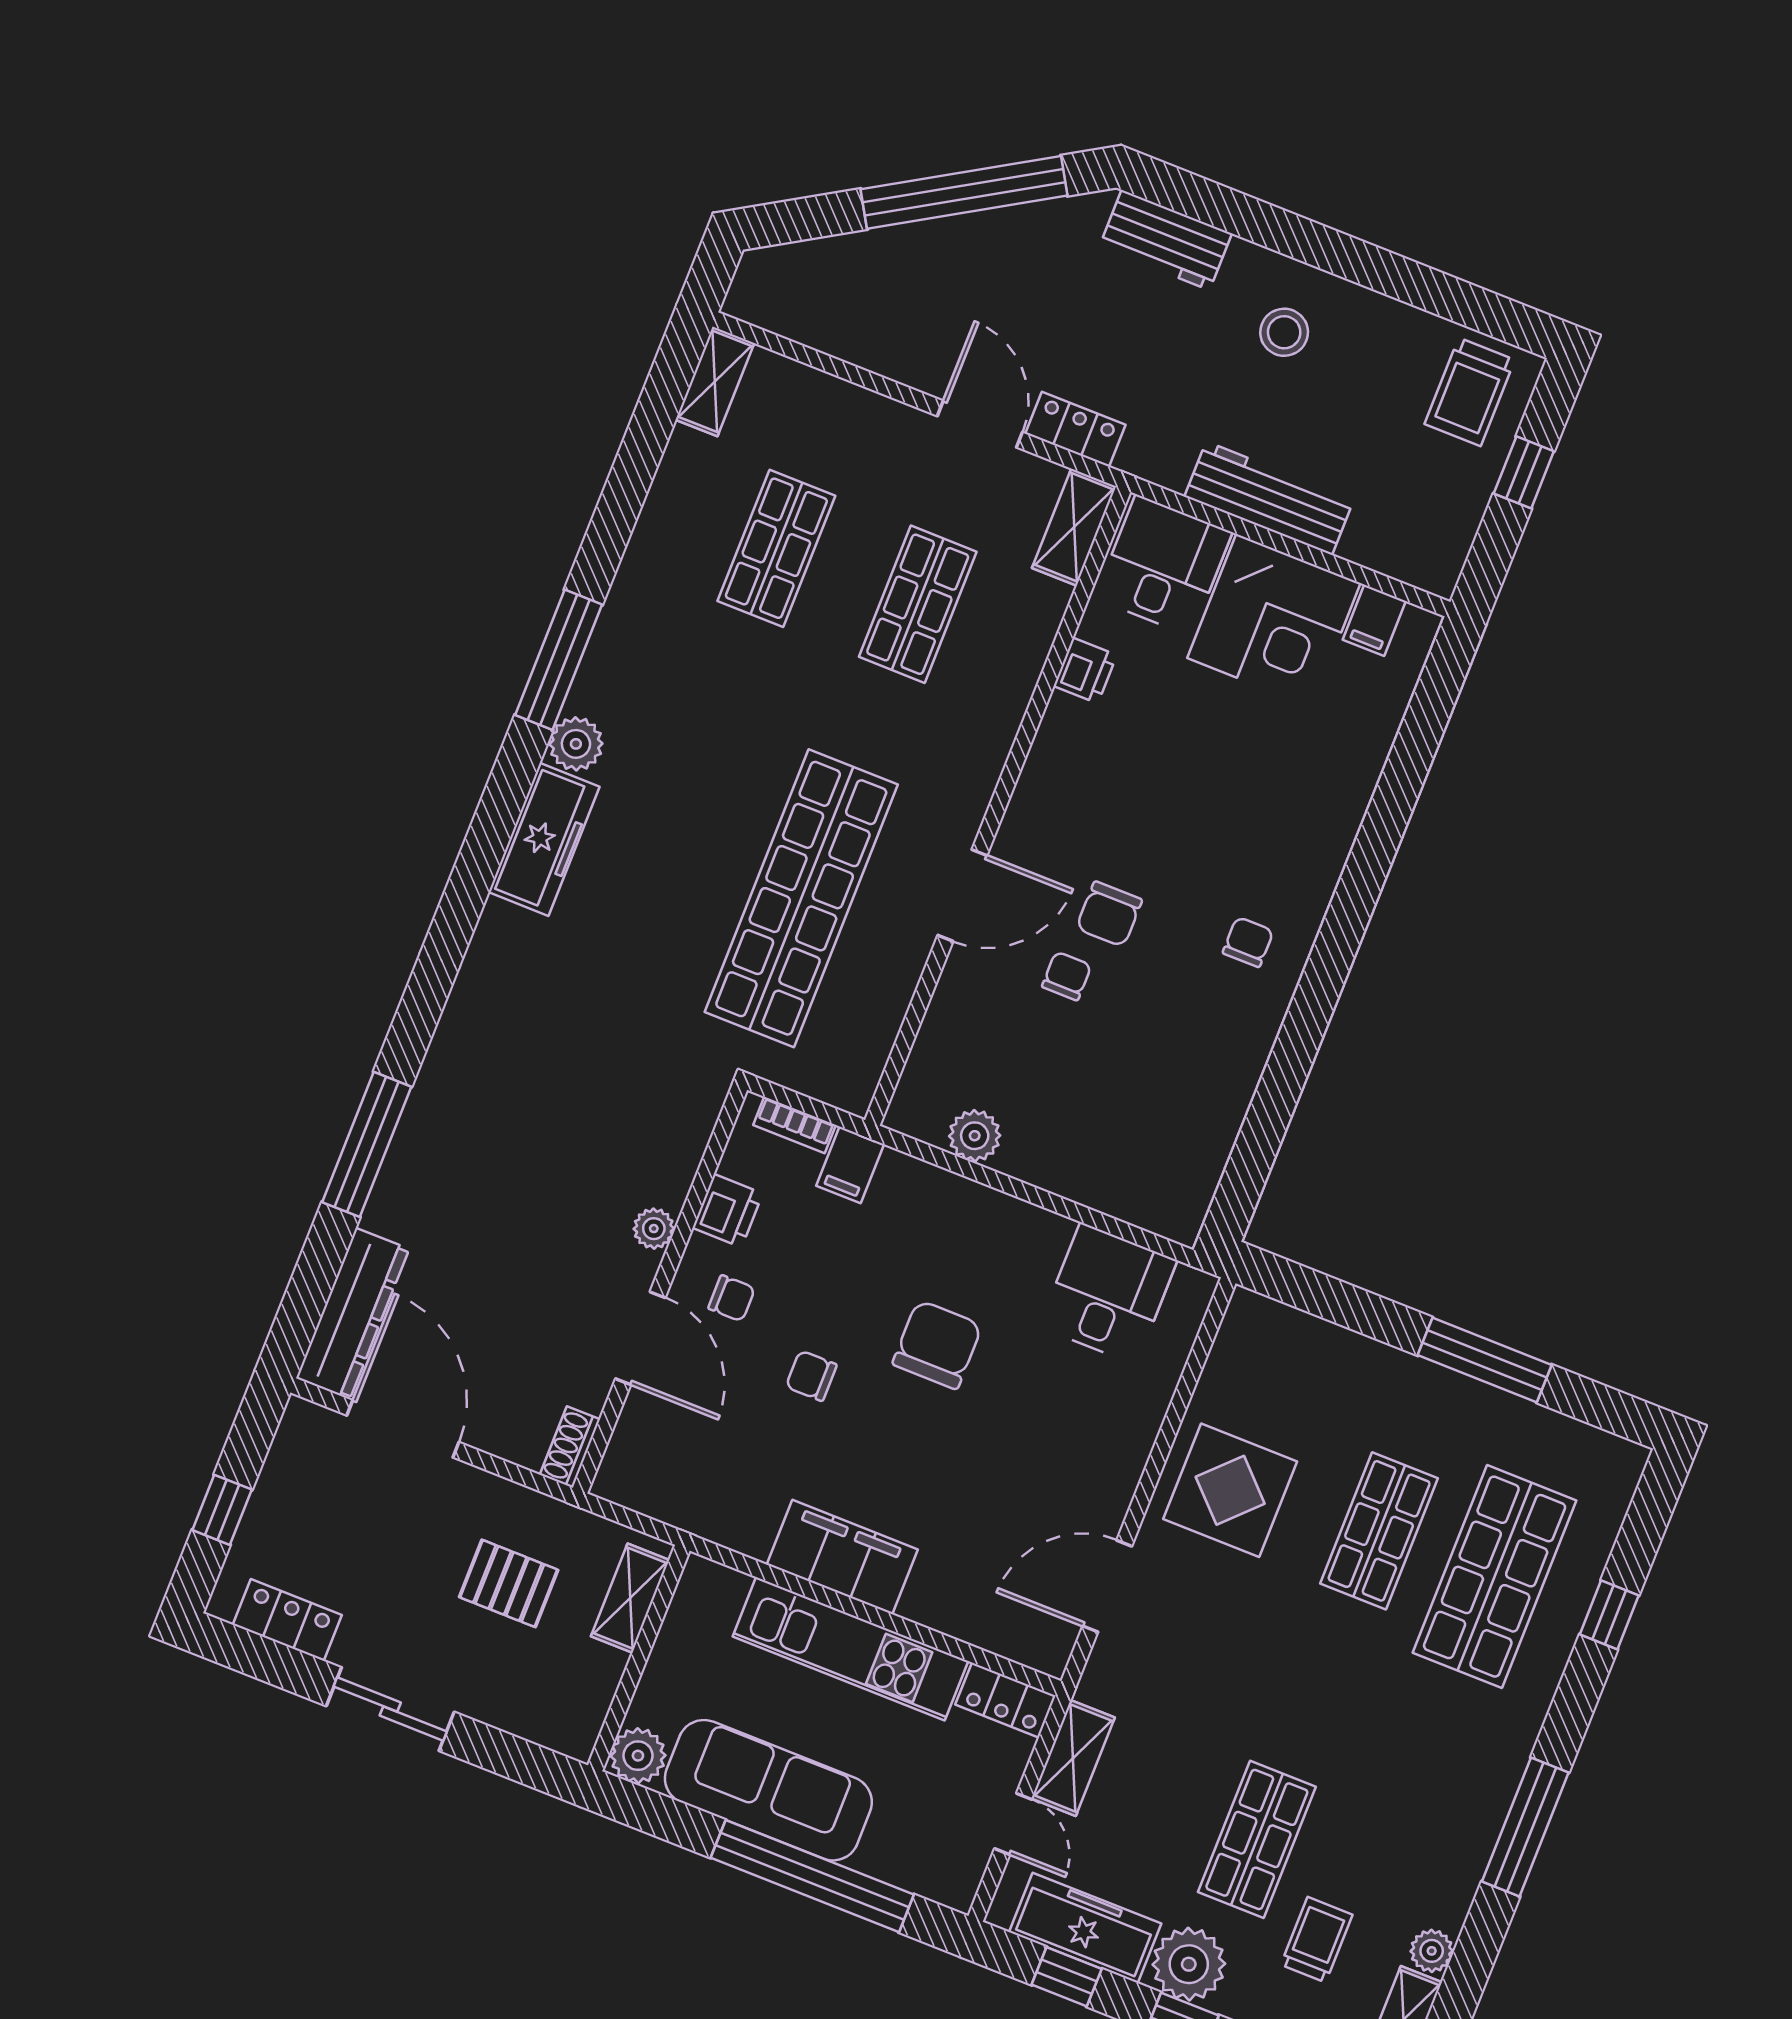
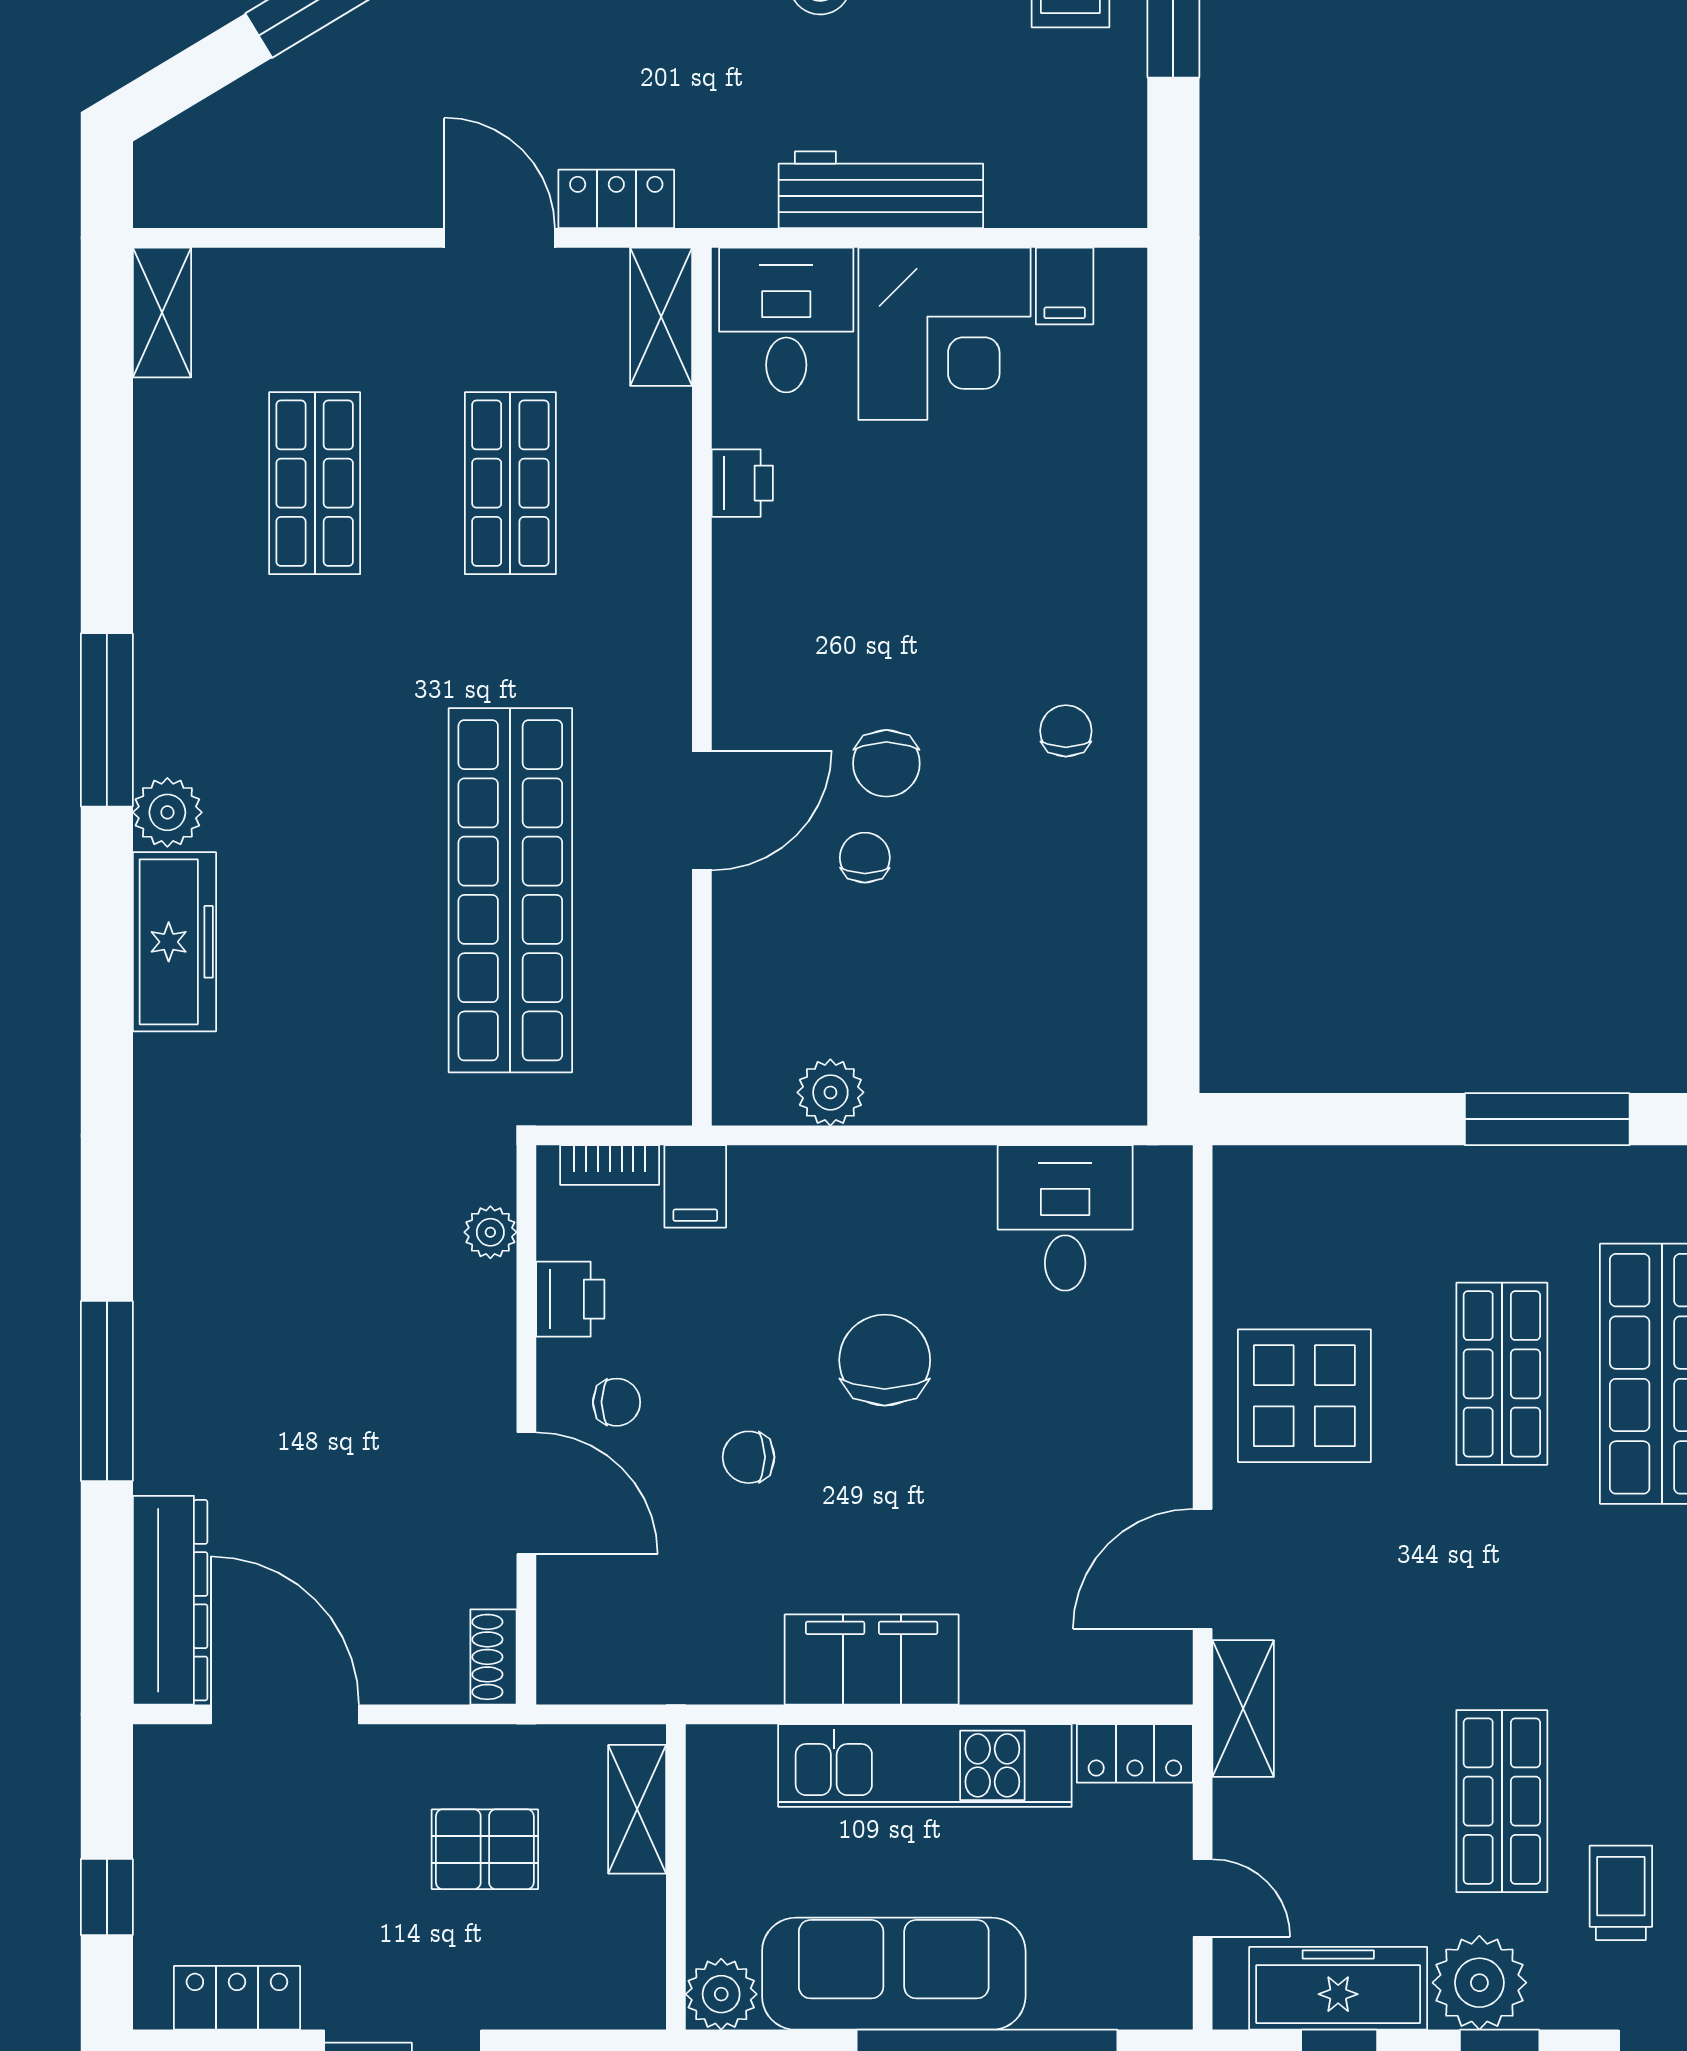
plant: (654, 1229) -> (490, 1232), moved
shelving: (1073, 1758) -> (1243, 1709), moved

